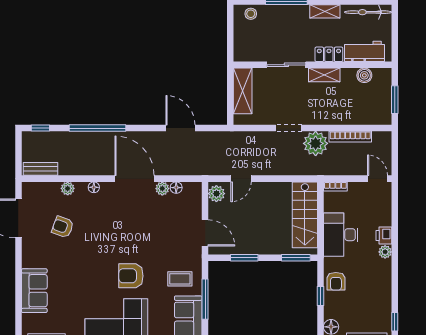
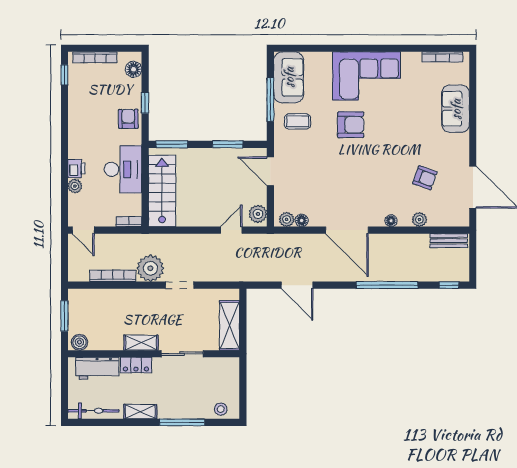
boiler: (364, 75) -> (79, 342), moved
plant: (162, 189) -> (287, 219), moved
plant: (385, 252) -> (75, 186), moved

